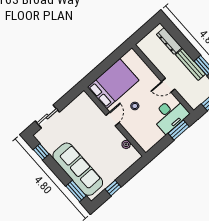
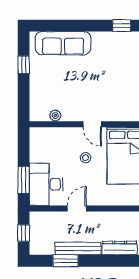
sofa: (78, 169) -> (63, 43), width x0.74, depth x0.79
window: (76, 191) -> (53, 26), removed

